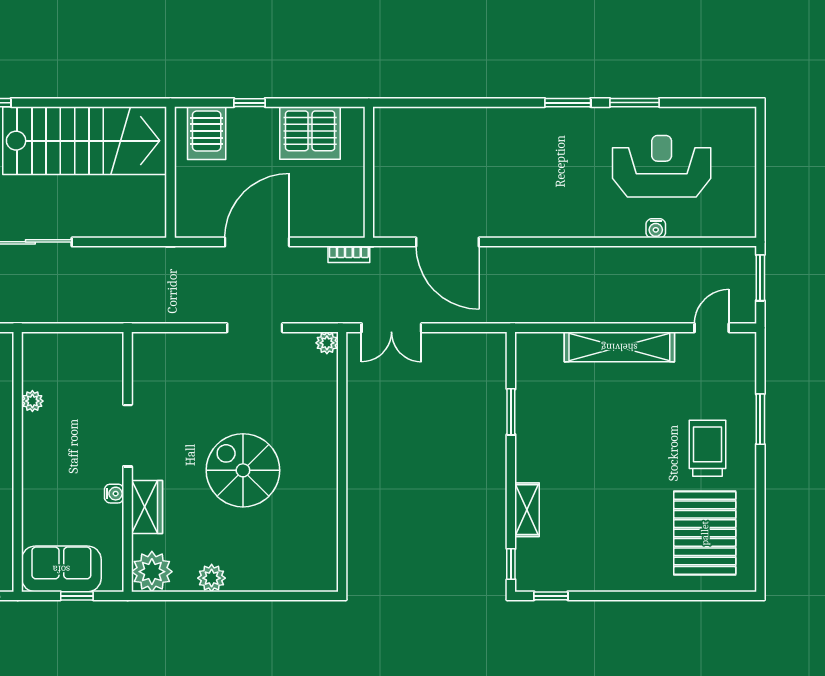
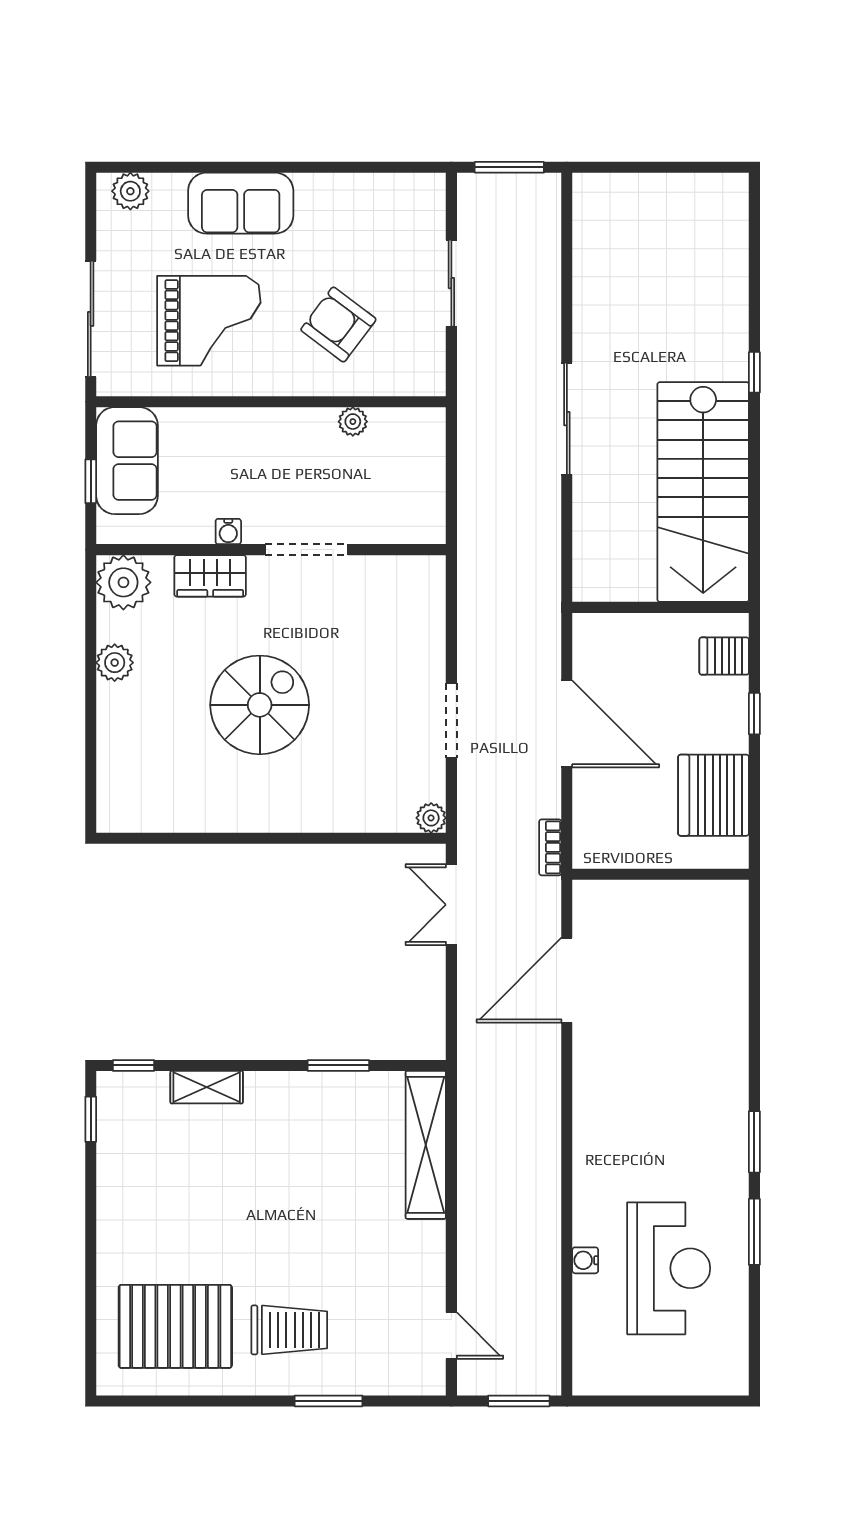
server rack: (207, 133) -> (724, 656), width x0.73, depth x0.70
shelving: (619, 347) -> (426, 1145), moved

